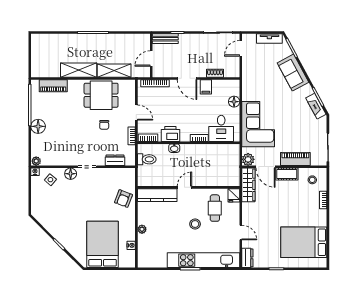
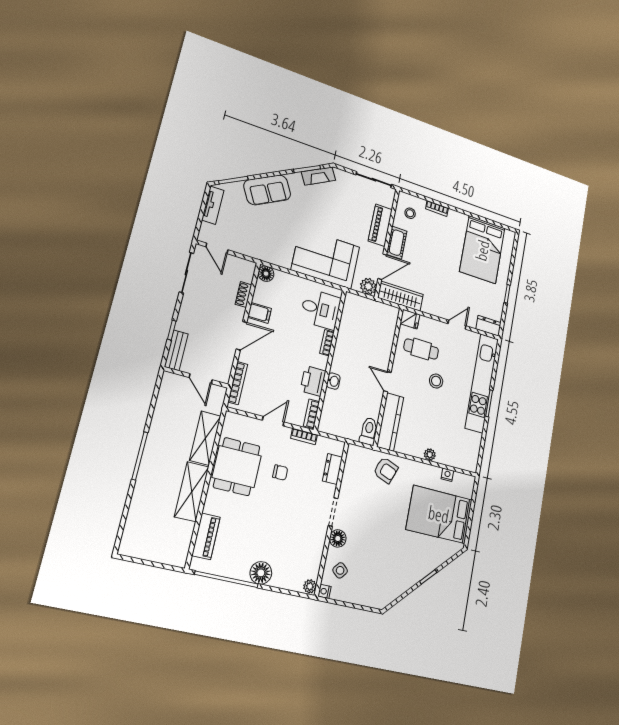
floor lamp: (234, 102) -> (266, 274), moved
toilet: (147, 159) -> (369, 431), moved

